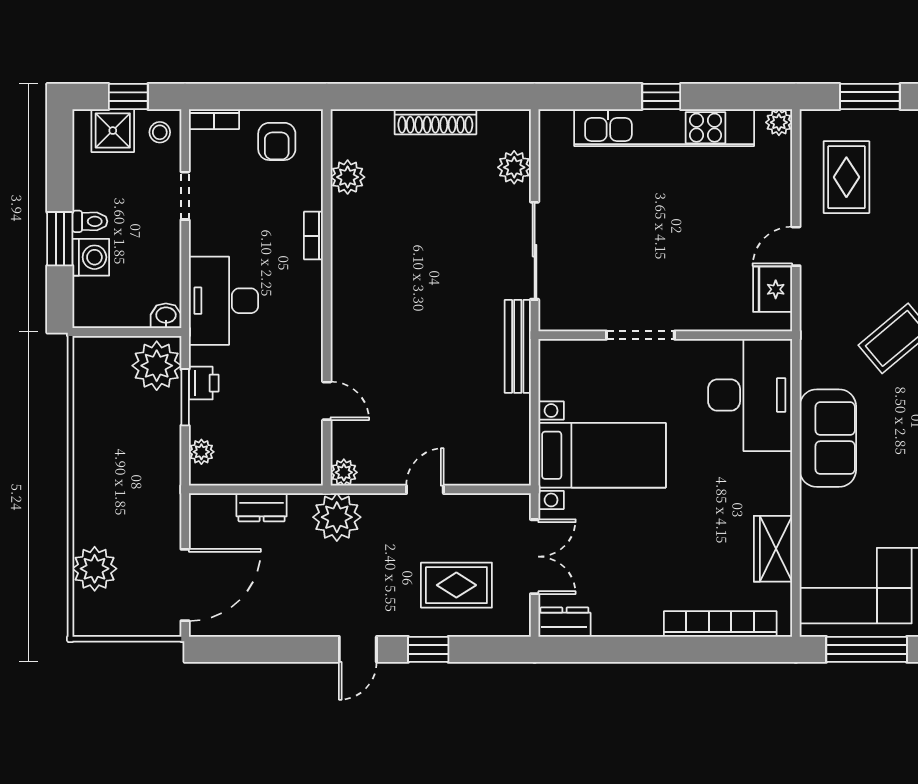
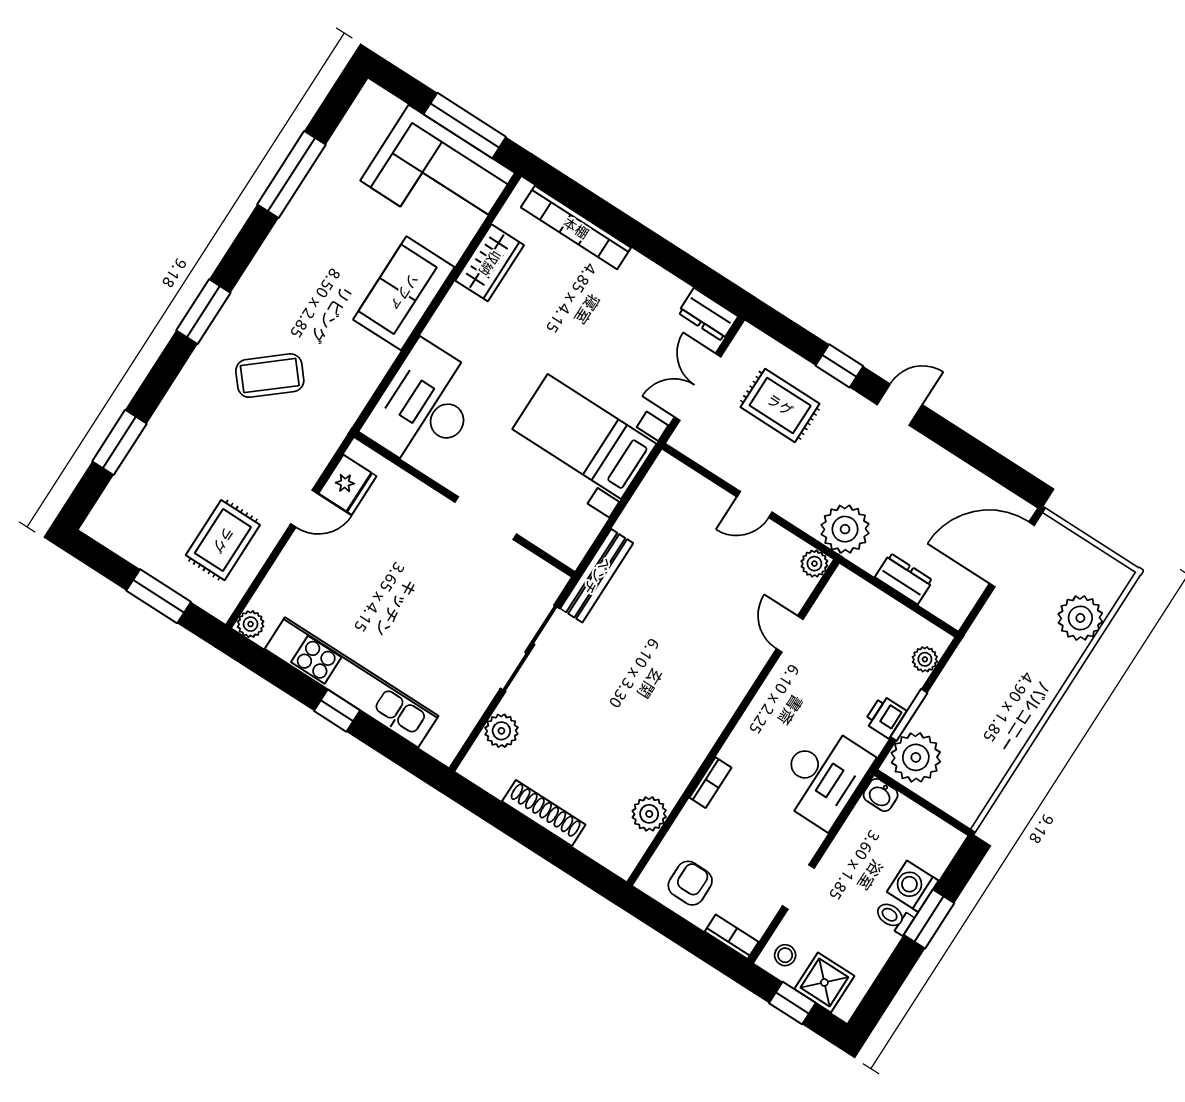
sofa: (828, 438) -> (404, 293), moved

